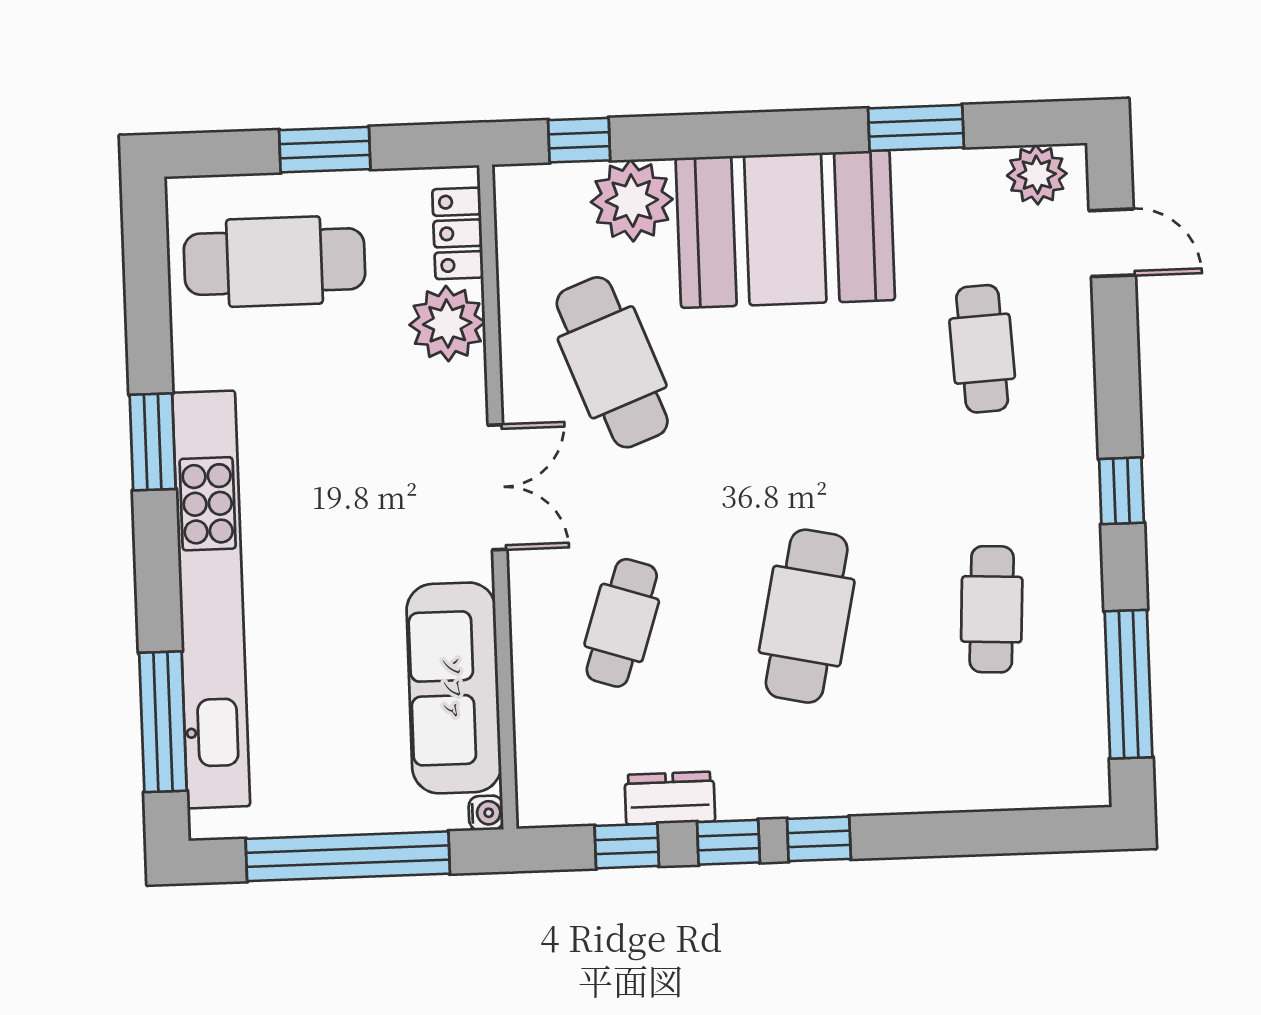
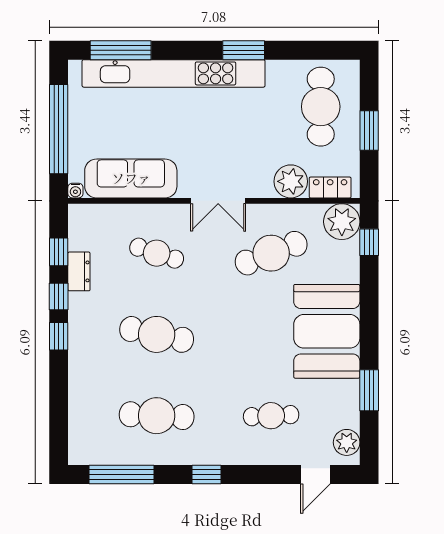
plant: (632, 201) -> (342, 222), moved
cafe table: (992, 609) -> (157, 416), width x1.37, depth x1.35

